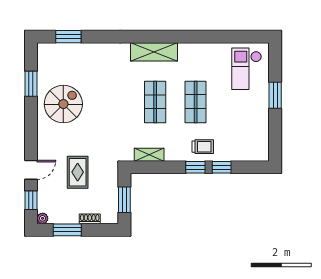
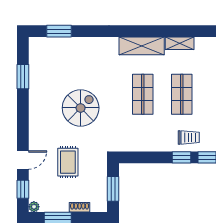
spiral stairs: (63, 104) -> (81, 108), moved
shelving: (149, 155) -> (180, 43), moved

